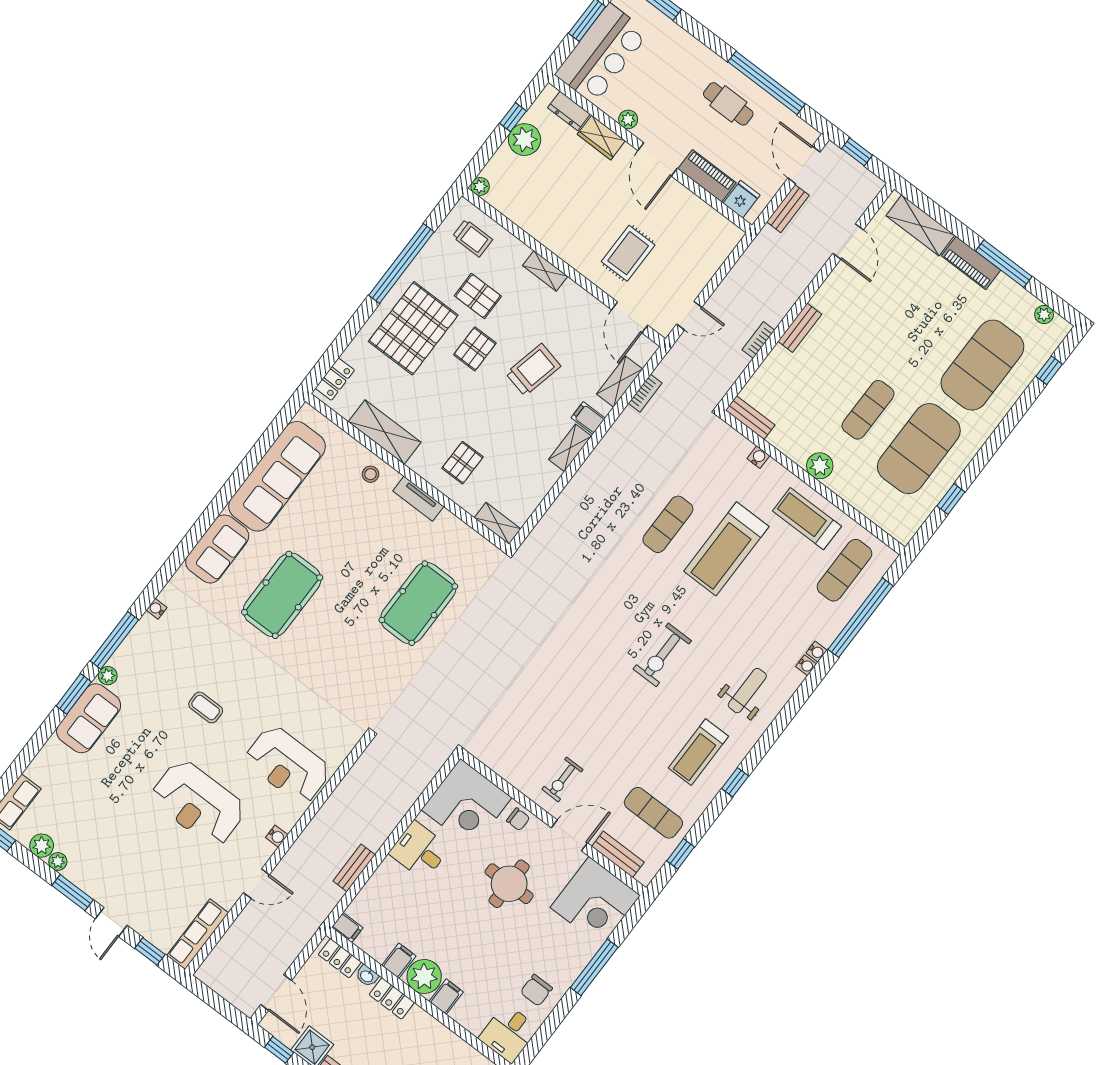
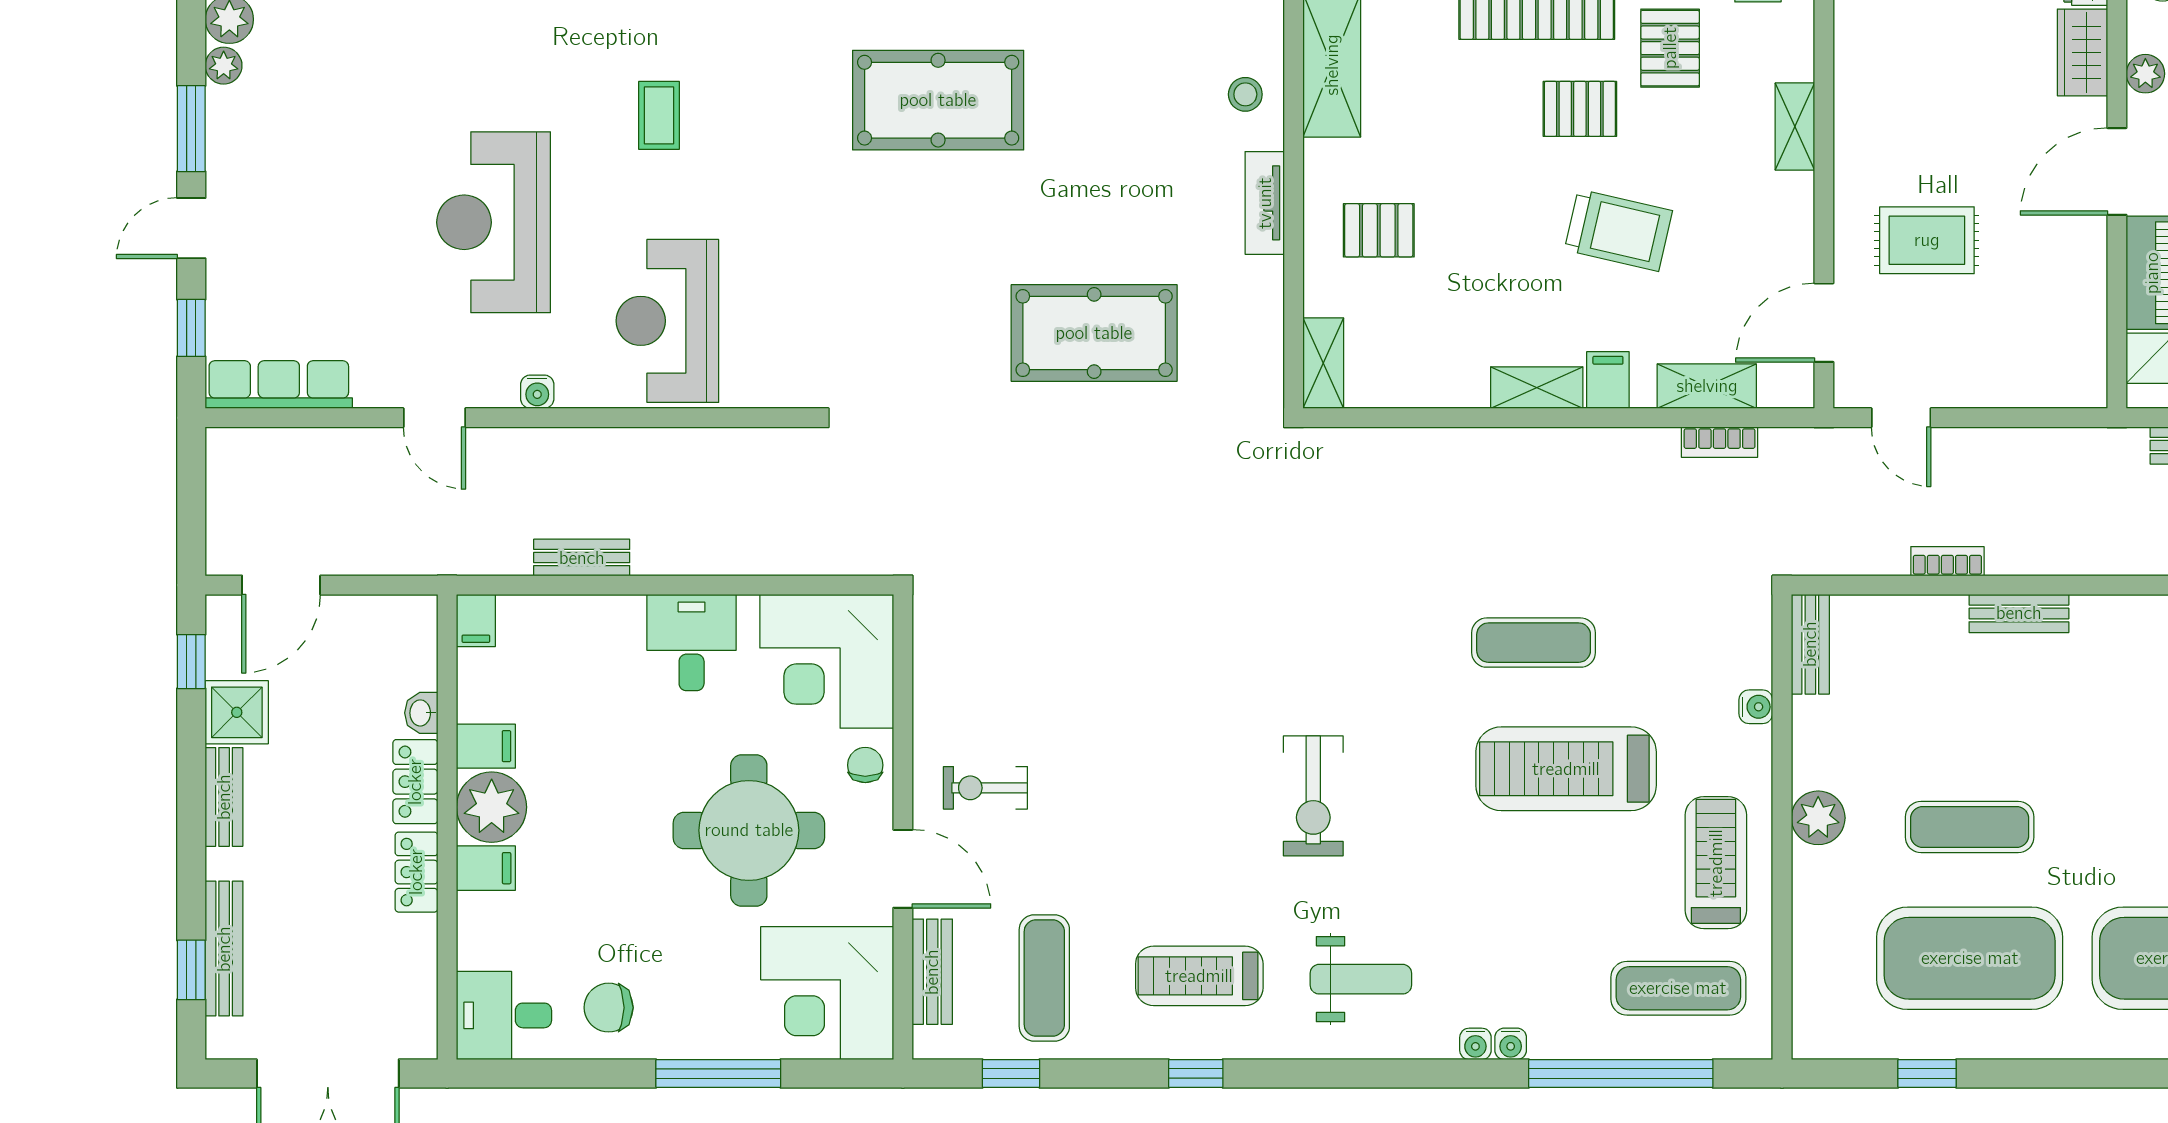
exercise bike: (662, 655) -> (1313, 796), turned -90
chair: (518, 819) -> (865, 765), turned 180
round table: (509, 884) -> (749, 830), width x1.36, depth x1.36
locker: (340, 958) -> (416, 872), moved

